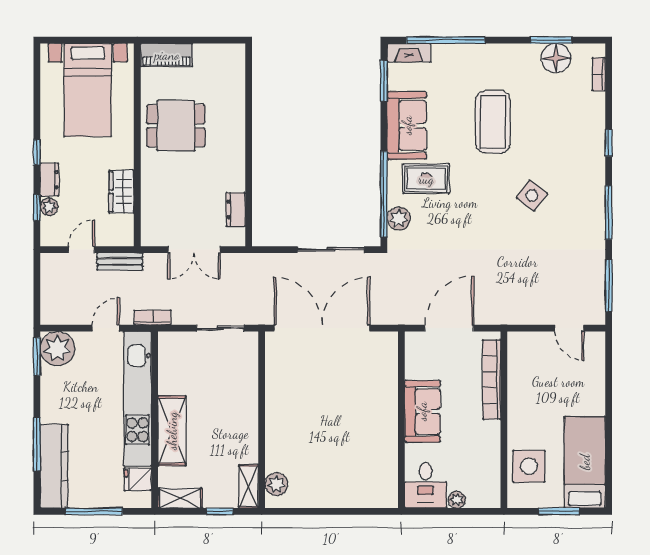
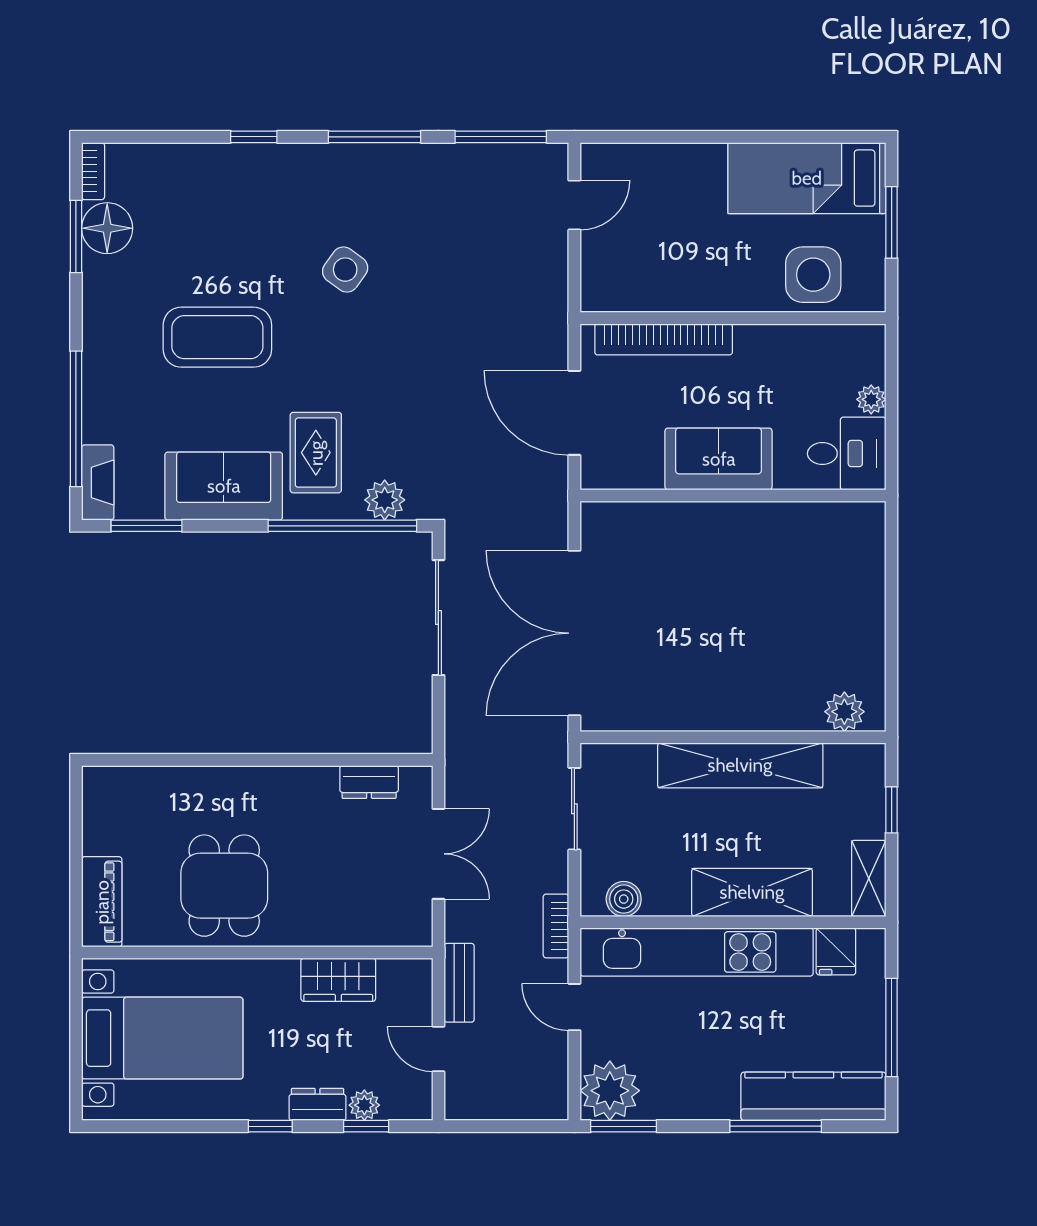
bookcase: (599, 74) -> (93, 171), moved, turned -90
boiler: (168, 357) -> (624, 899), added
shelving: (249, 486) -> (740, 765), moved, width x2.20, depth x1.33

